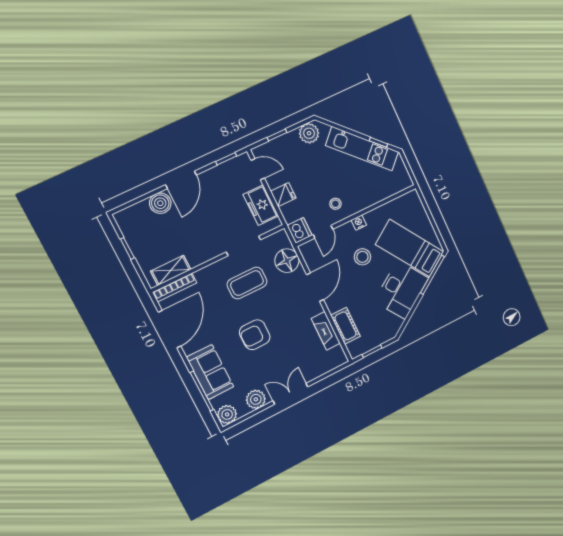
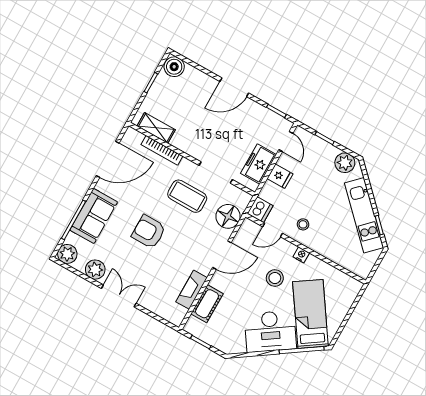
boiler: (160, 203) -> (174, 67), moved
bookcase: (175, 287) -> (162, 150), moved

